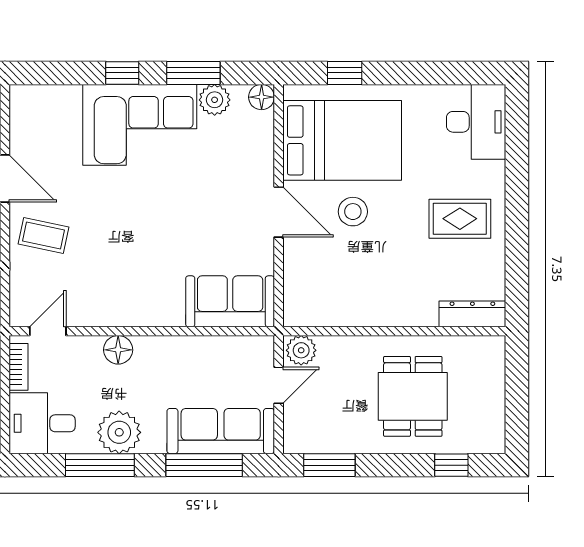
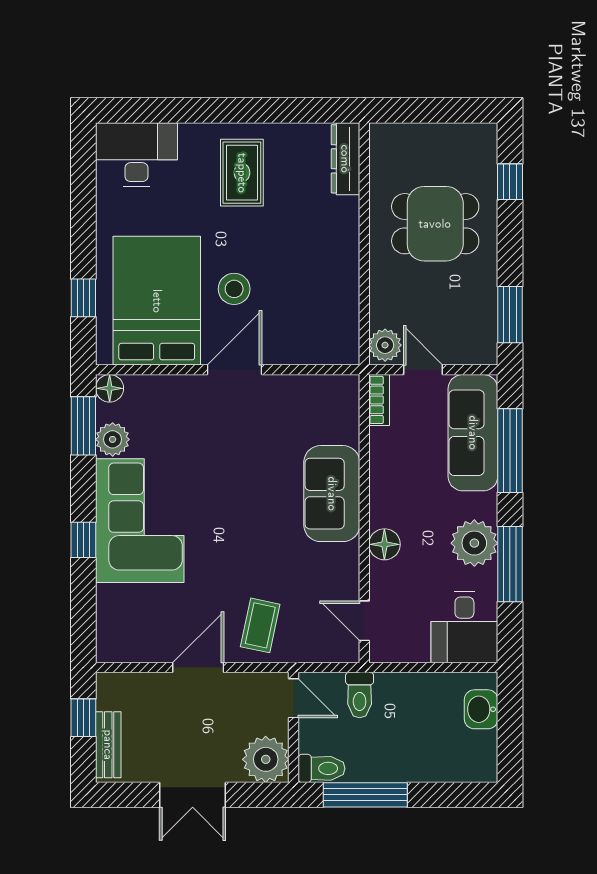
window: (193, 73) -> (83, 426), moved
sofa: (230, 301) -> (332, 494), moved
bookcase: (19, 367) -> (379, 400), moved, turned 90

